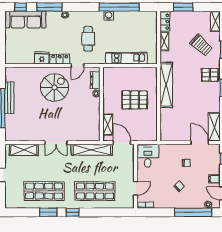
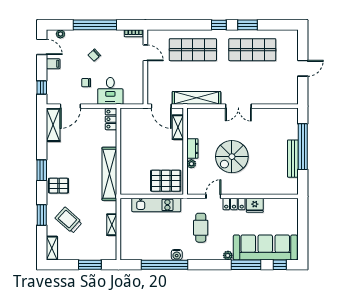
sofa: (26, 20) -> (265, 247), width x1.36, depth x1.27
locker: (165, 22) -> (111, 119), moved
dresser: (95, 80) -> (192, 148), moved
spiral stairs: (54, 87) -> (232, 157), moved
pallet: (135, 100) -> (166, 181), moved
double door: (56, 143) -> (238, 106), swing flipped
door: (200, 143) -> (70, 106), hinge flipped
shelving: (24, 150) -> (276, 98), removed
desk: (148, 156) -> (110, 91), moved
door: (136, 188) -> (145, 53), swing flipped
window: (193, 212) -> (95, 25), moved

